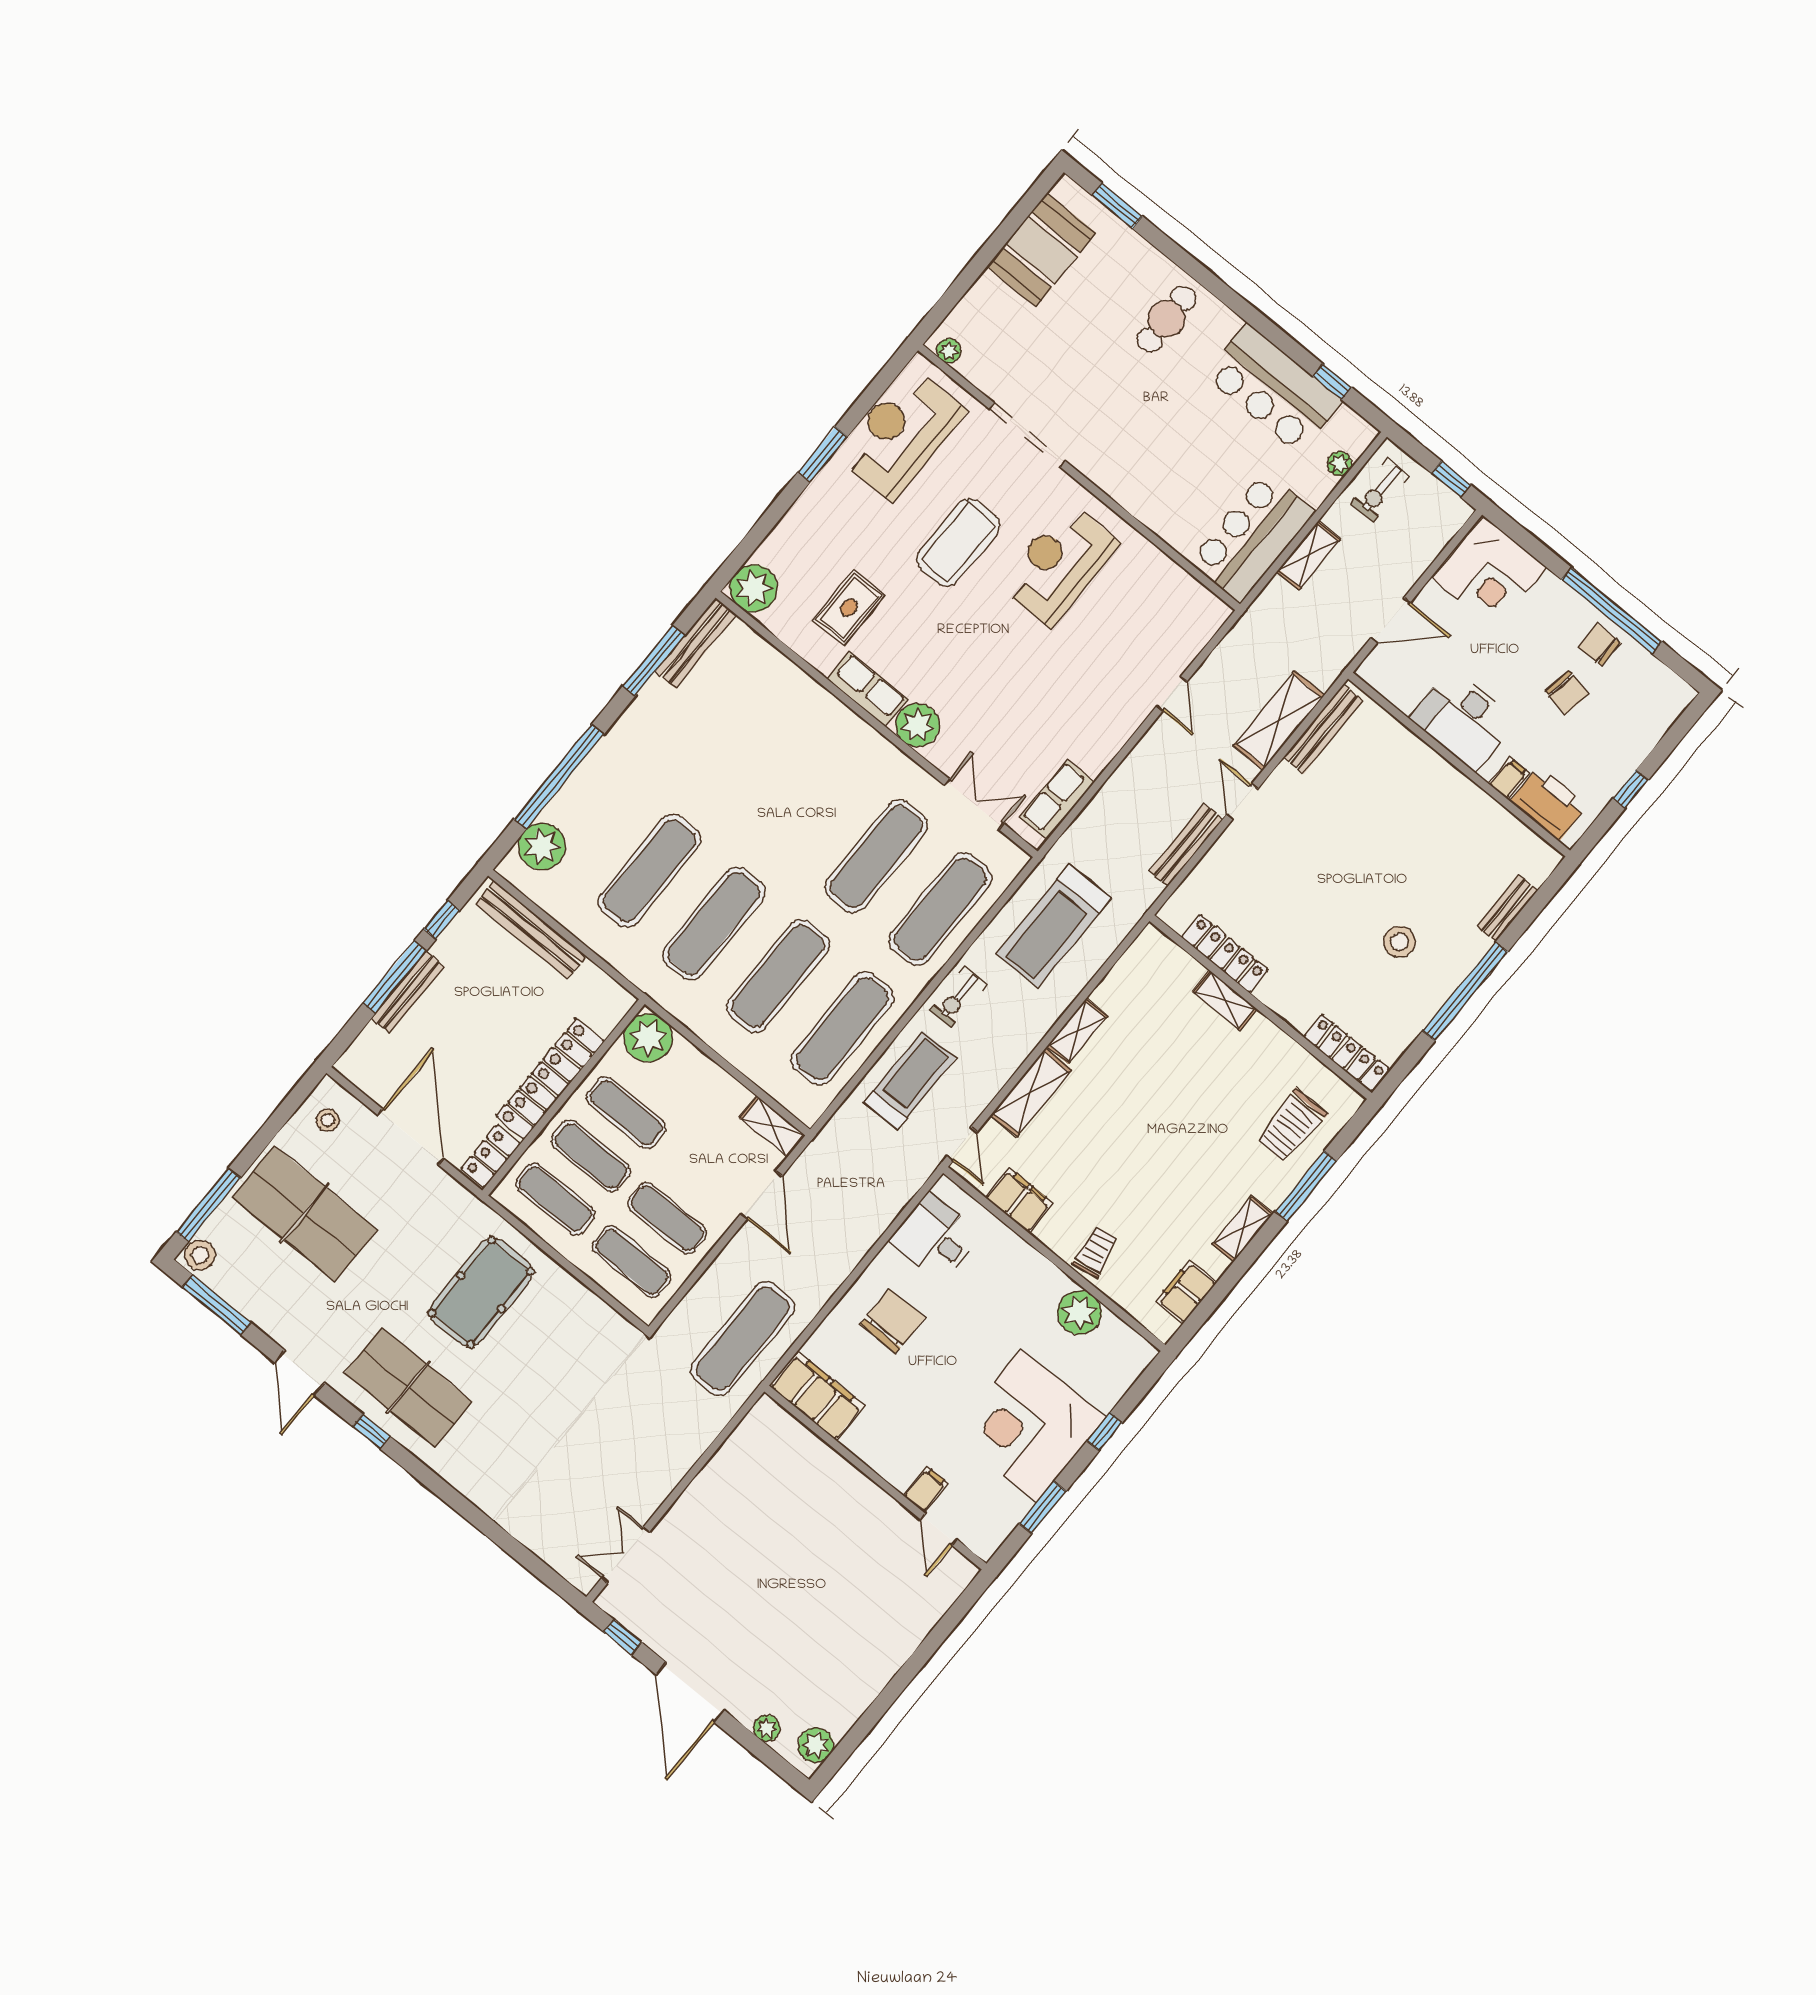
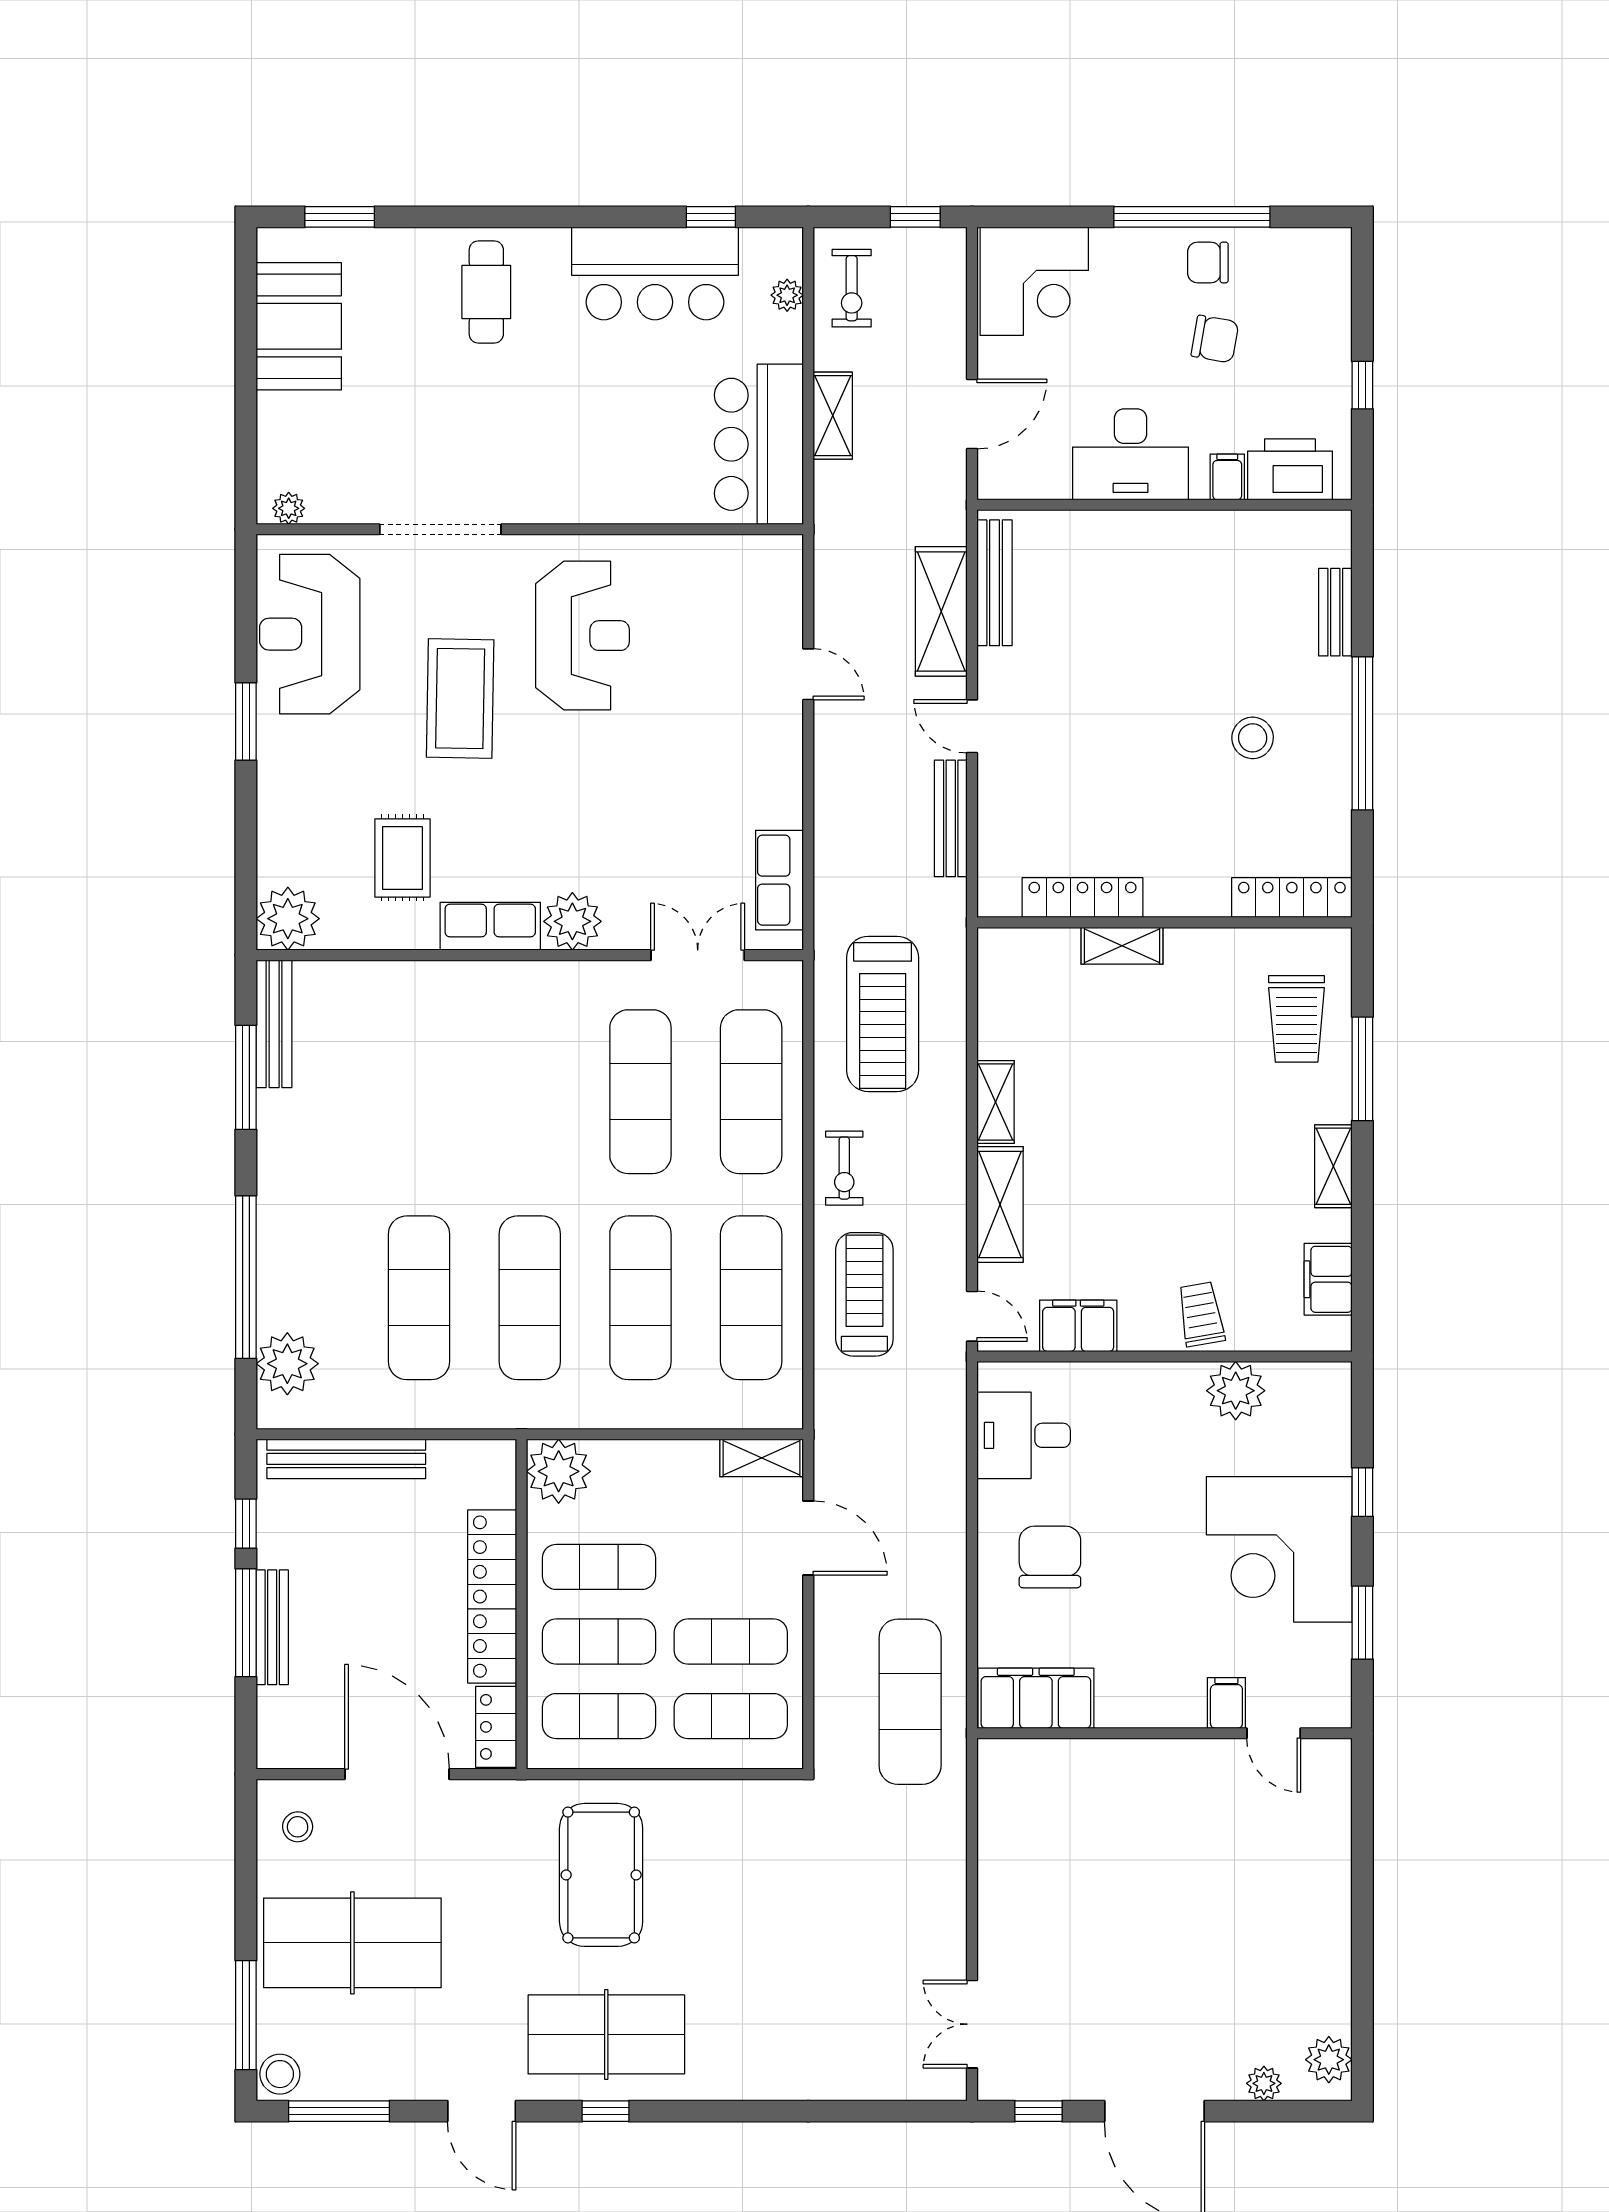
reception desk: (1059, 564) -> (582, 636), turned 180

